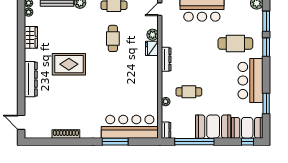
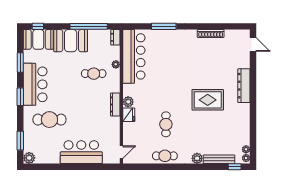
plant: (153, 35) -> (128, 102), moved
wardrobe: (31, 37) -> (244, 125), removed
window: (266, 47) -> (20, 97), moved
bar counter: (130, 127) -> (134, 56), moved, turned -90

